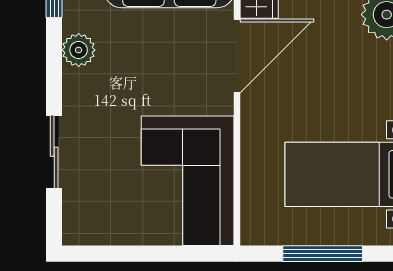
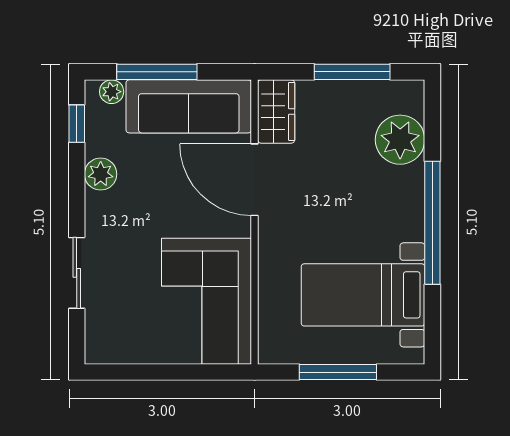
door: (237, 56) -> (255, 180), swing flipped

